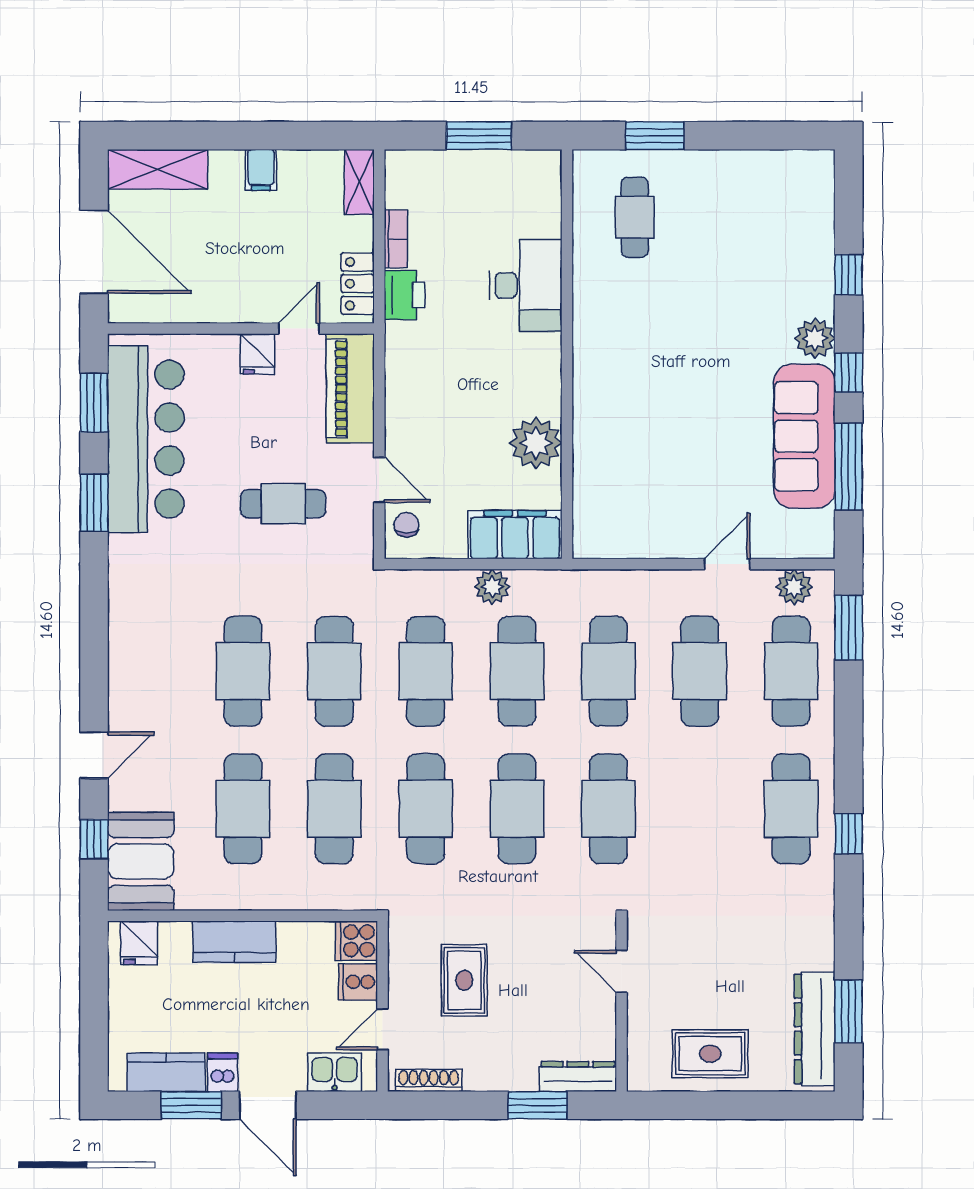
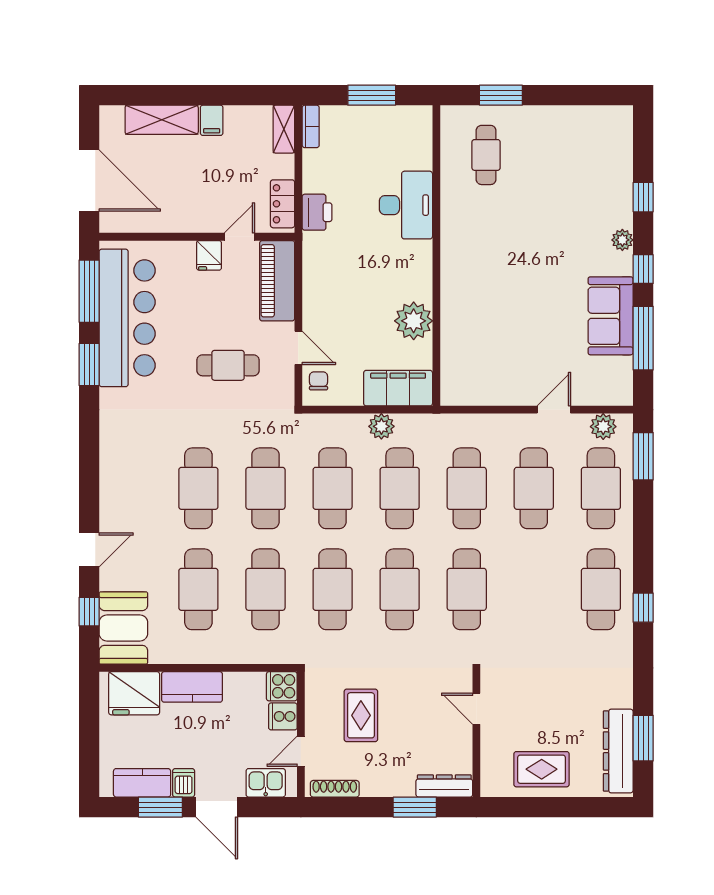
shelving: (158, 169) -> (162, 120), moved
bookcase: (396, 239) -> (311, 126), moved
plant: (815, 338) -> (622, 240), width x0.73, depth x0.73
window: (94, 403) -> (89, 291), width x1.44
sofa: (804, 436) -> (611, 316), width x0.73
fridge: (139, 943) -> (134, 693), width x1.88, depth x1.34

